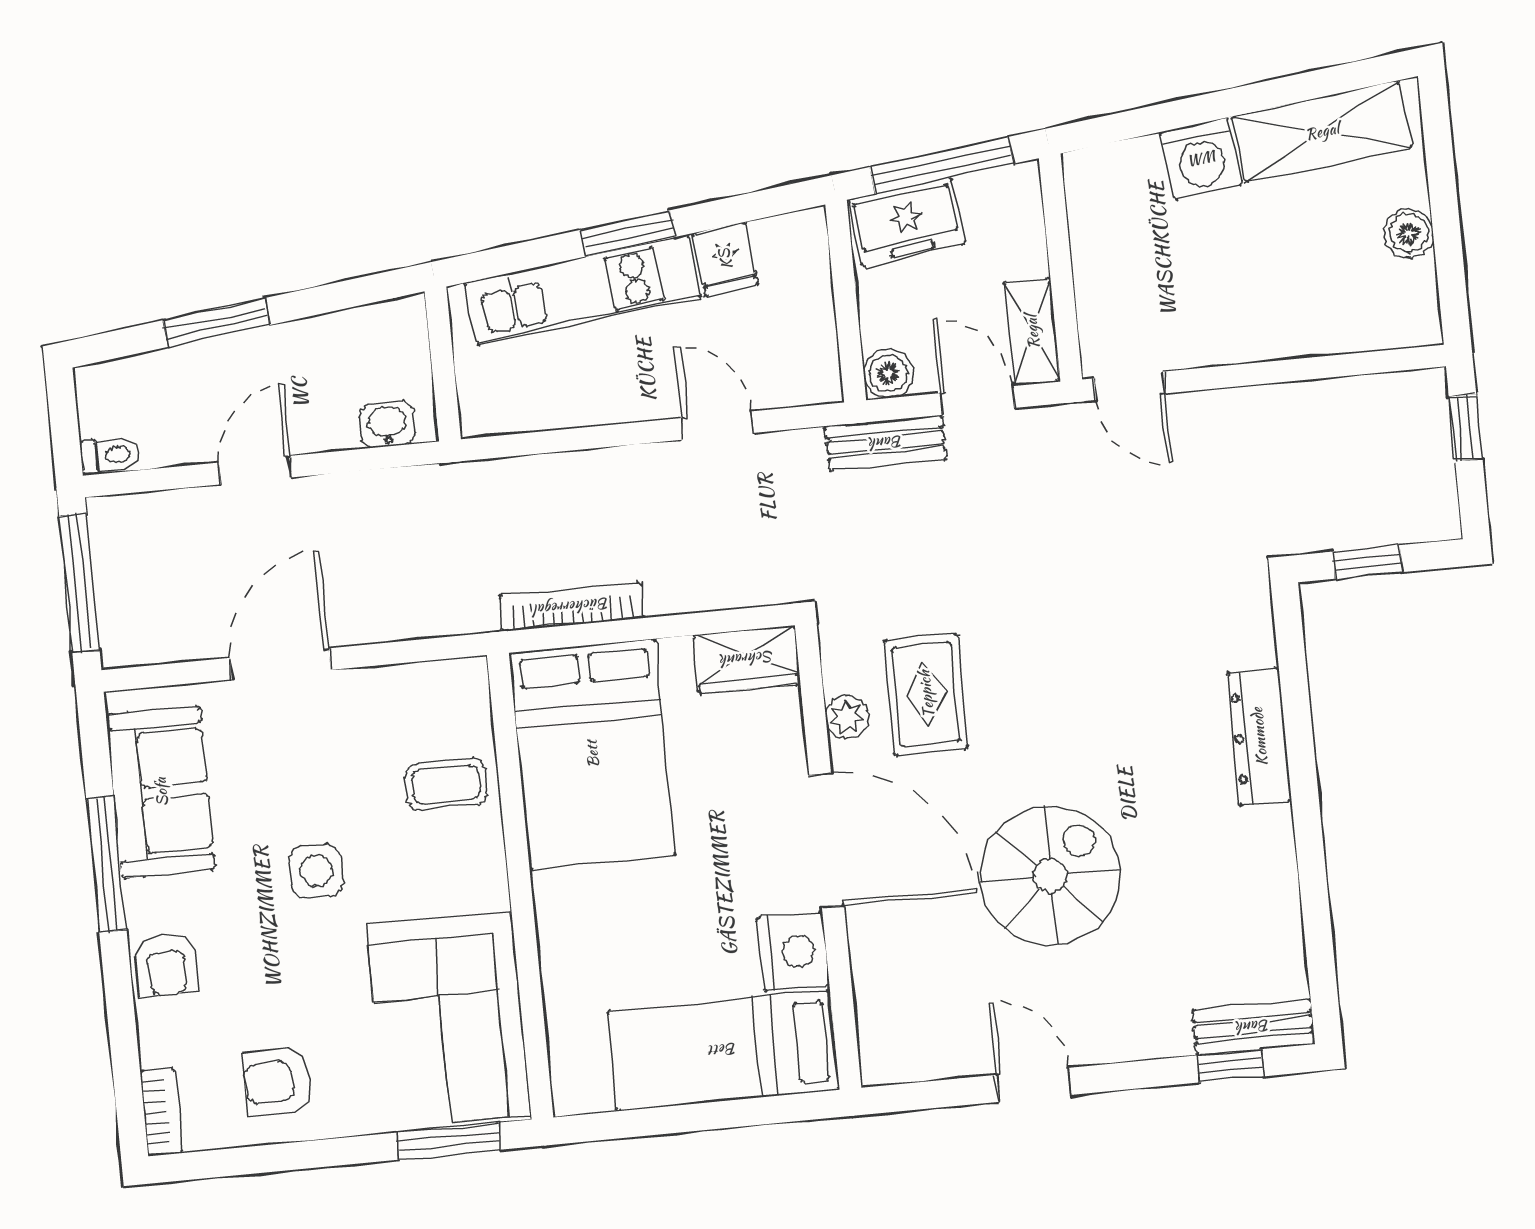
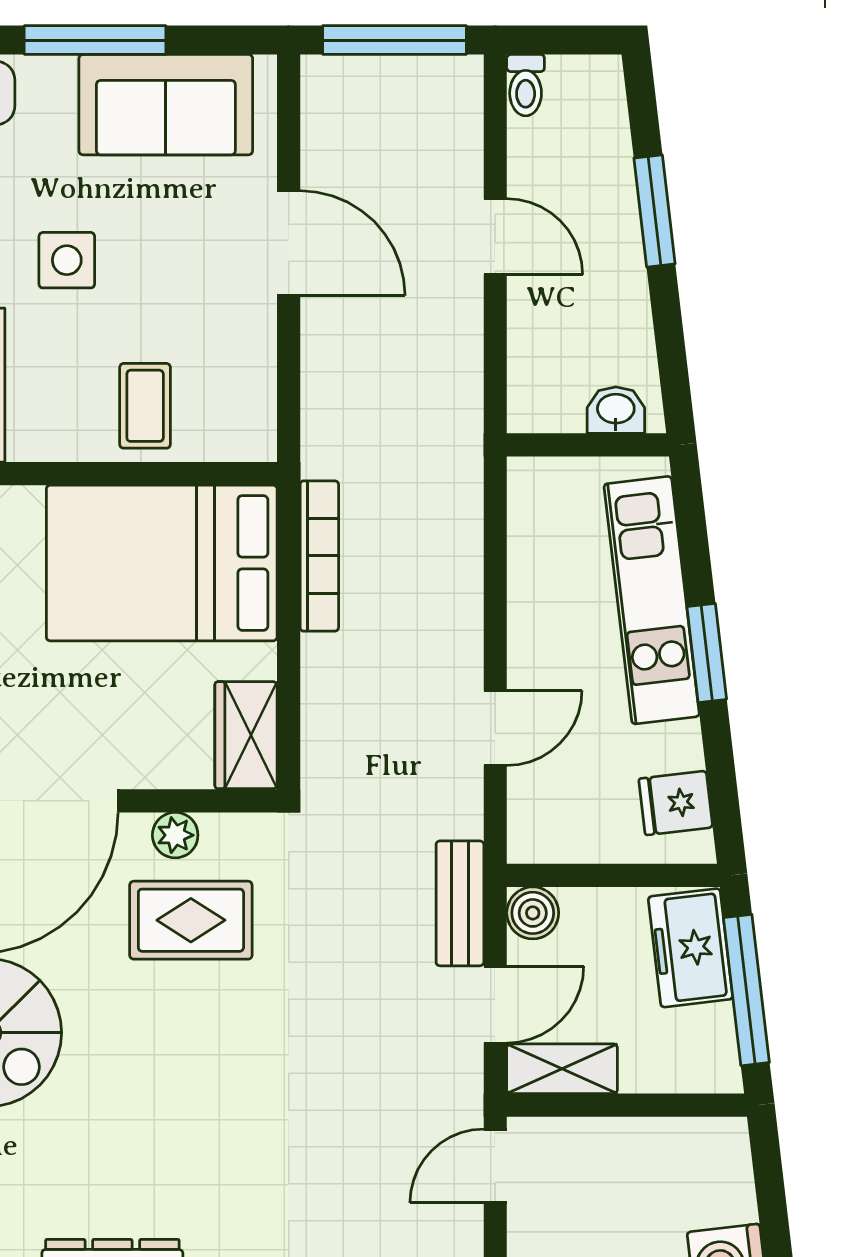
fridge: (725, 259) -> (676, 803), moved
washbasin: (387, 424) -> (616, 410), moved, turned -90

